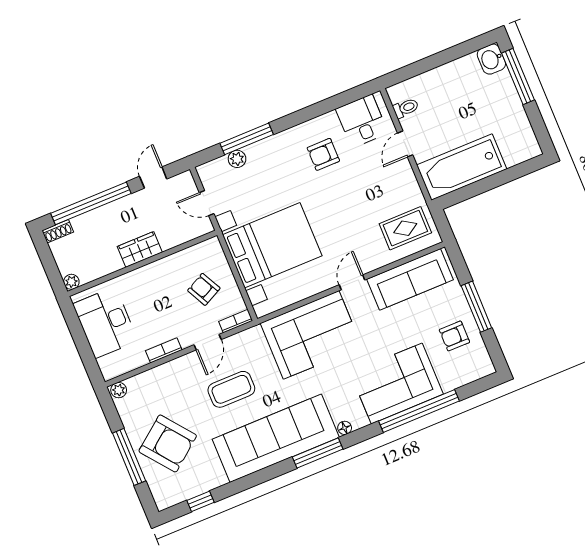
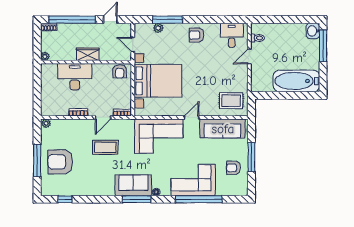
armchair: (323, 154) -> (197, 35), moved
bathtub: (462, 167) -> (296, 81), moved
armchair: (204, 289) -> (120, 71), moved, turned -153
desk: (105, 322) -> (75, 77), moved, turned 90
sofa: (276, 438) -> (133, 185), width x0.54, depth x0.79
armchair: (168, 443) -> (60, 162), turned 128

